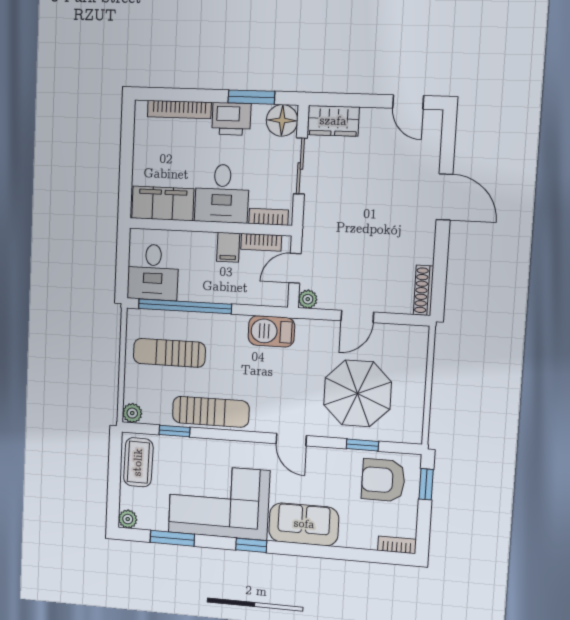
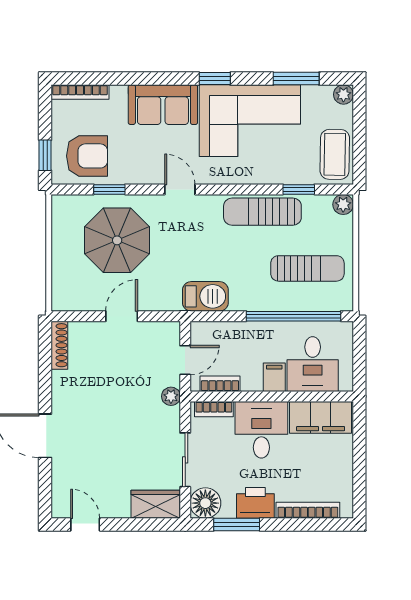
filing cabinet: (228, 247) -> (274, 377), moved
desk: (153, 272) -> (313, 364), moved, turned 180
plant: (308, 299) -> (171, 396), moved
bookcase: (397, 545) -> (80, 92), width x1.56

